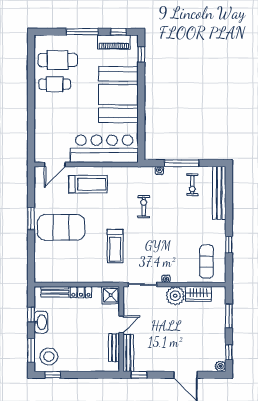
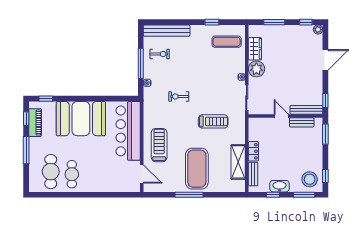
window: (31, 218) -> (189, 195), width x1.44
shelving: (69, 275) -> (238, 162), added
shower: (111, 295) -> (256, 125), removed
window: (101, 375) -> (325, 134), added

